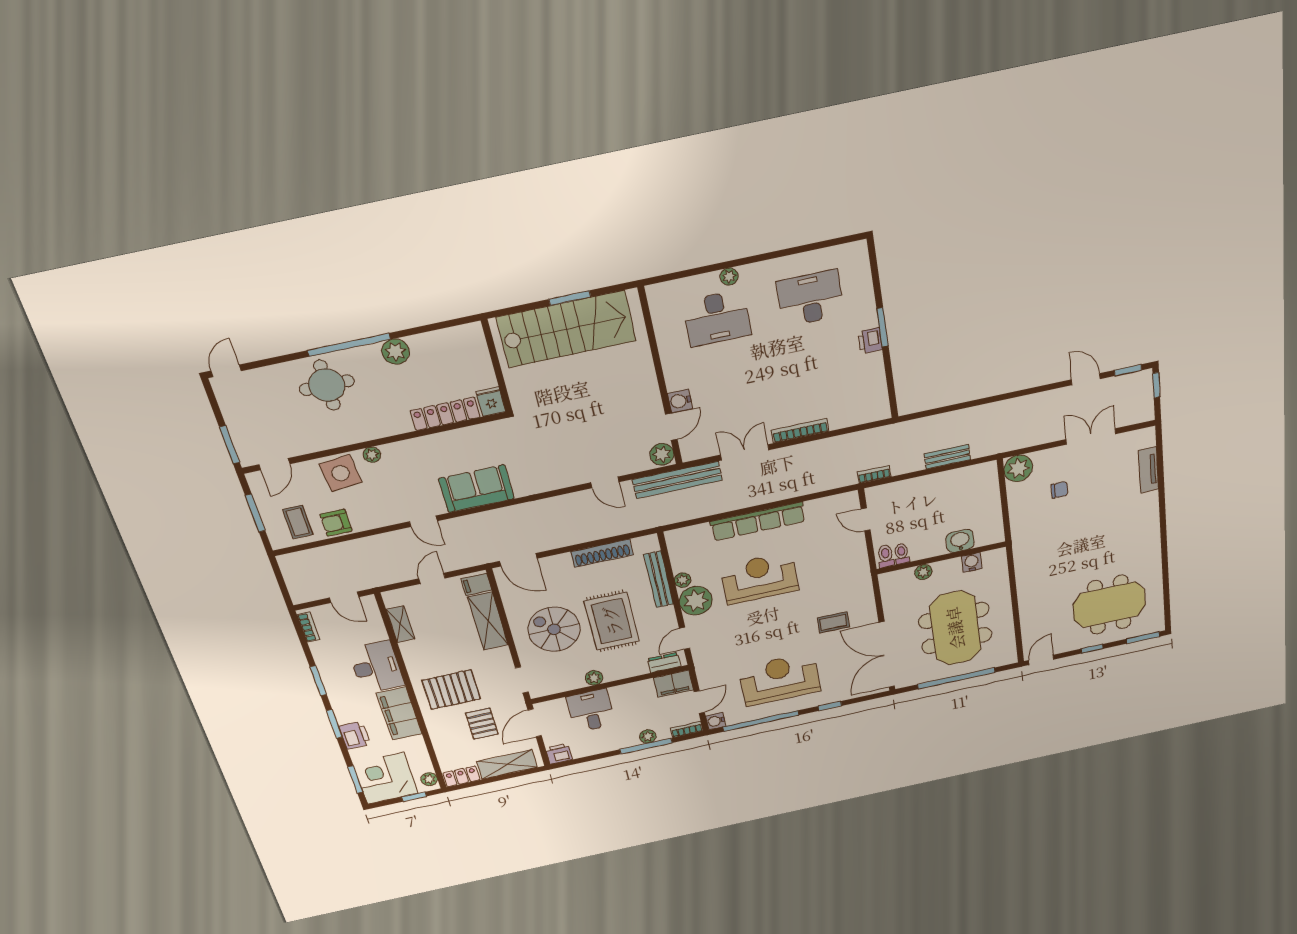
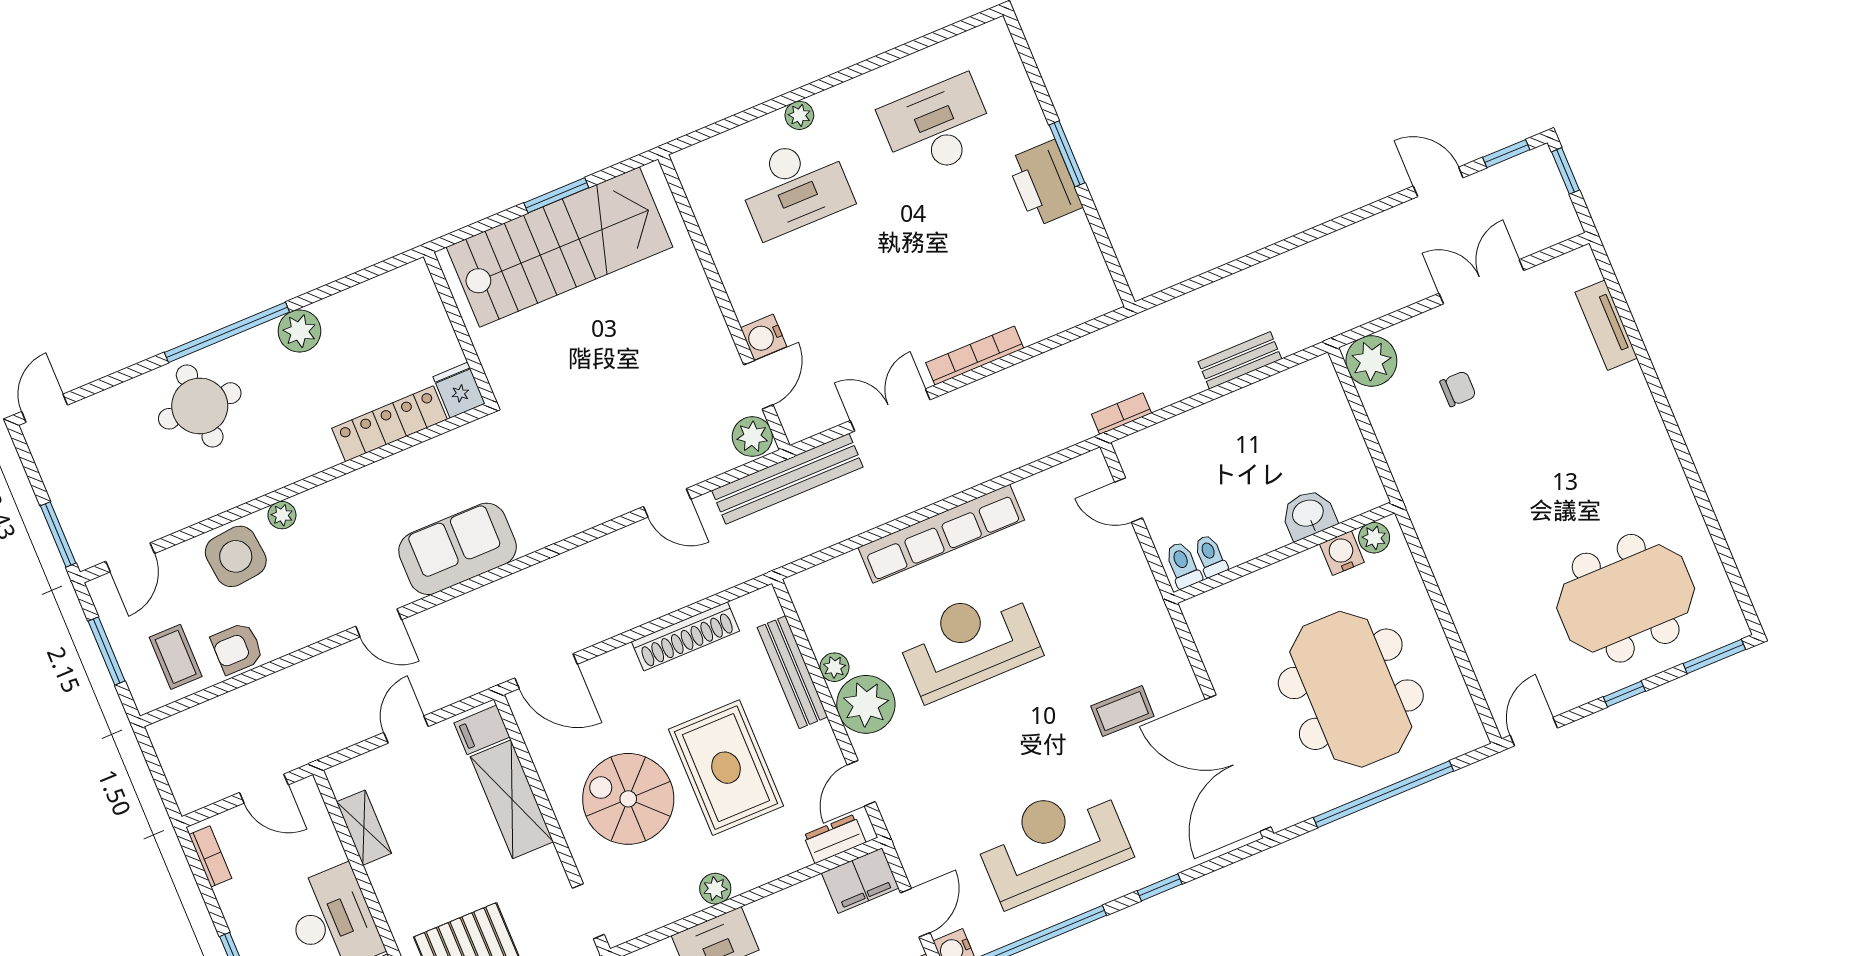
printer: (870, 341) -> (1045, 183), width x1.87, depth x1.48
plant: (923, 572) -> (1374, 538), moved

